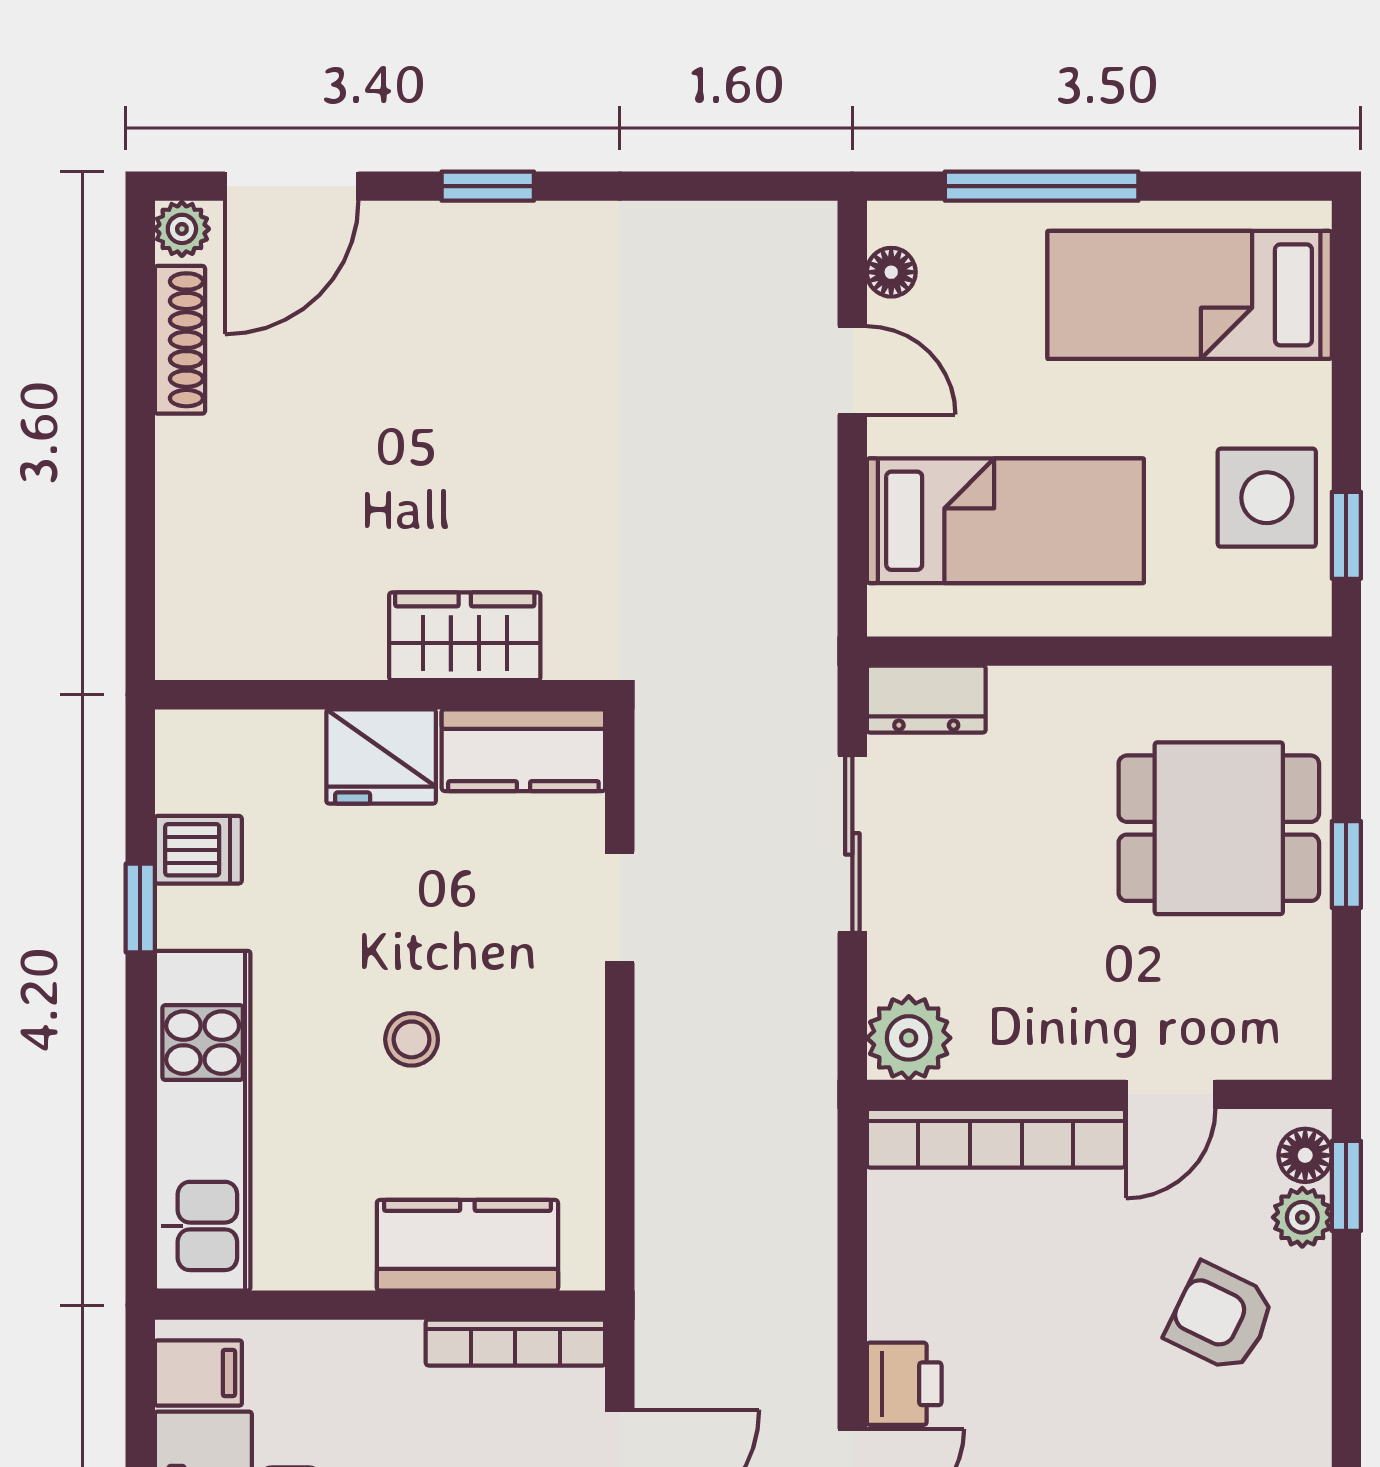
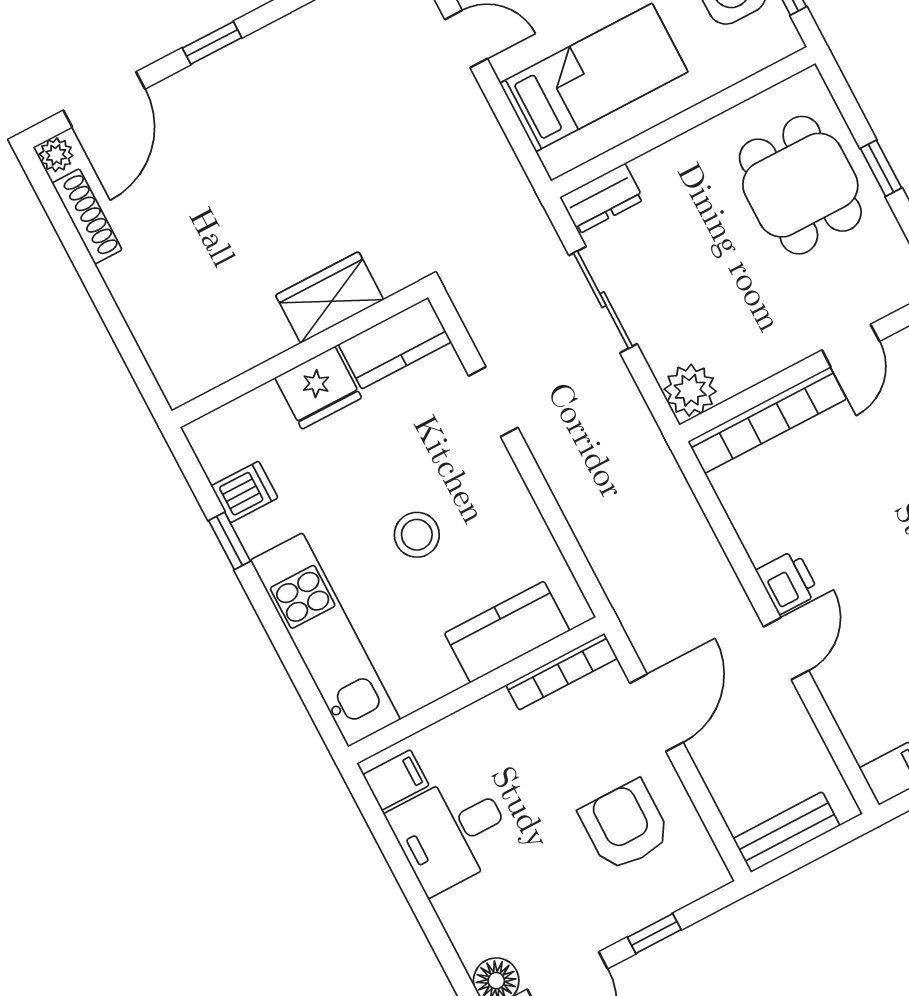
dining table: (1219, 828) -> (800, 185), turned 90
stool: (412, 1039) -> (417, 535), width x1.37, depth x1.37

